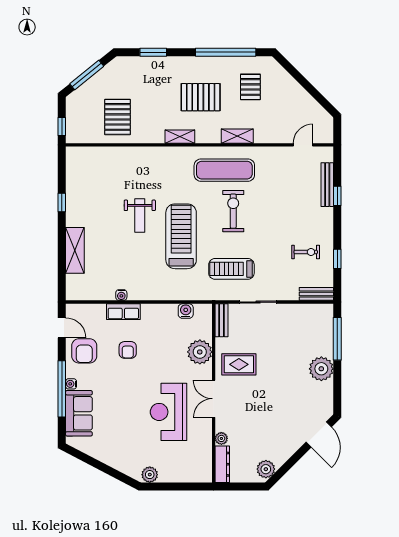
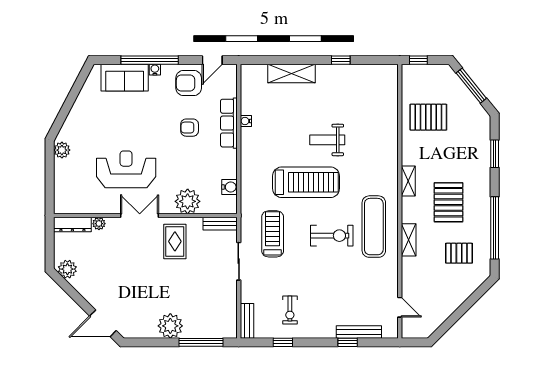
row of seats: (123, 312) -> (229, 123), width x1.48

